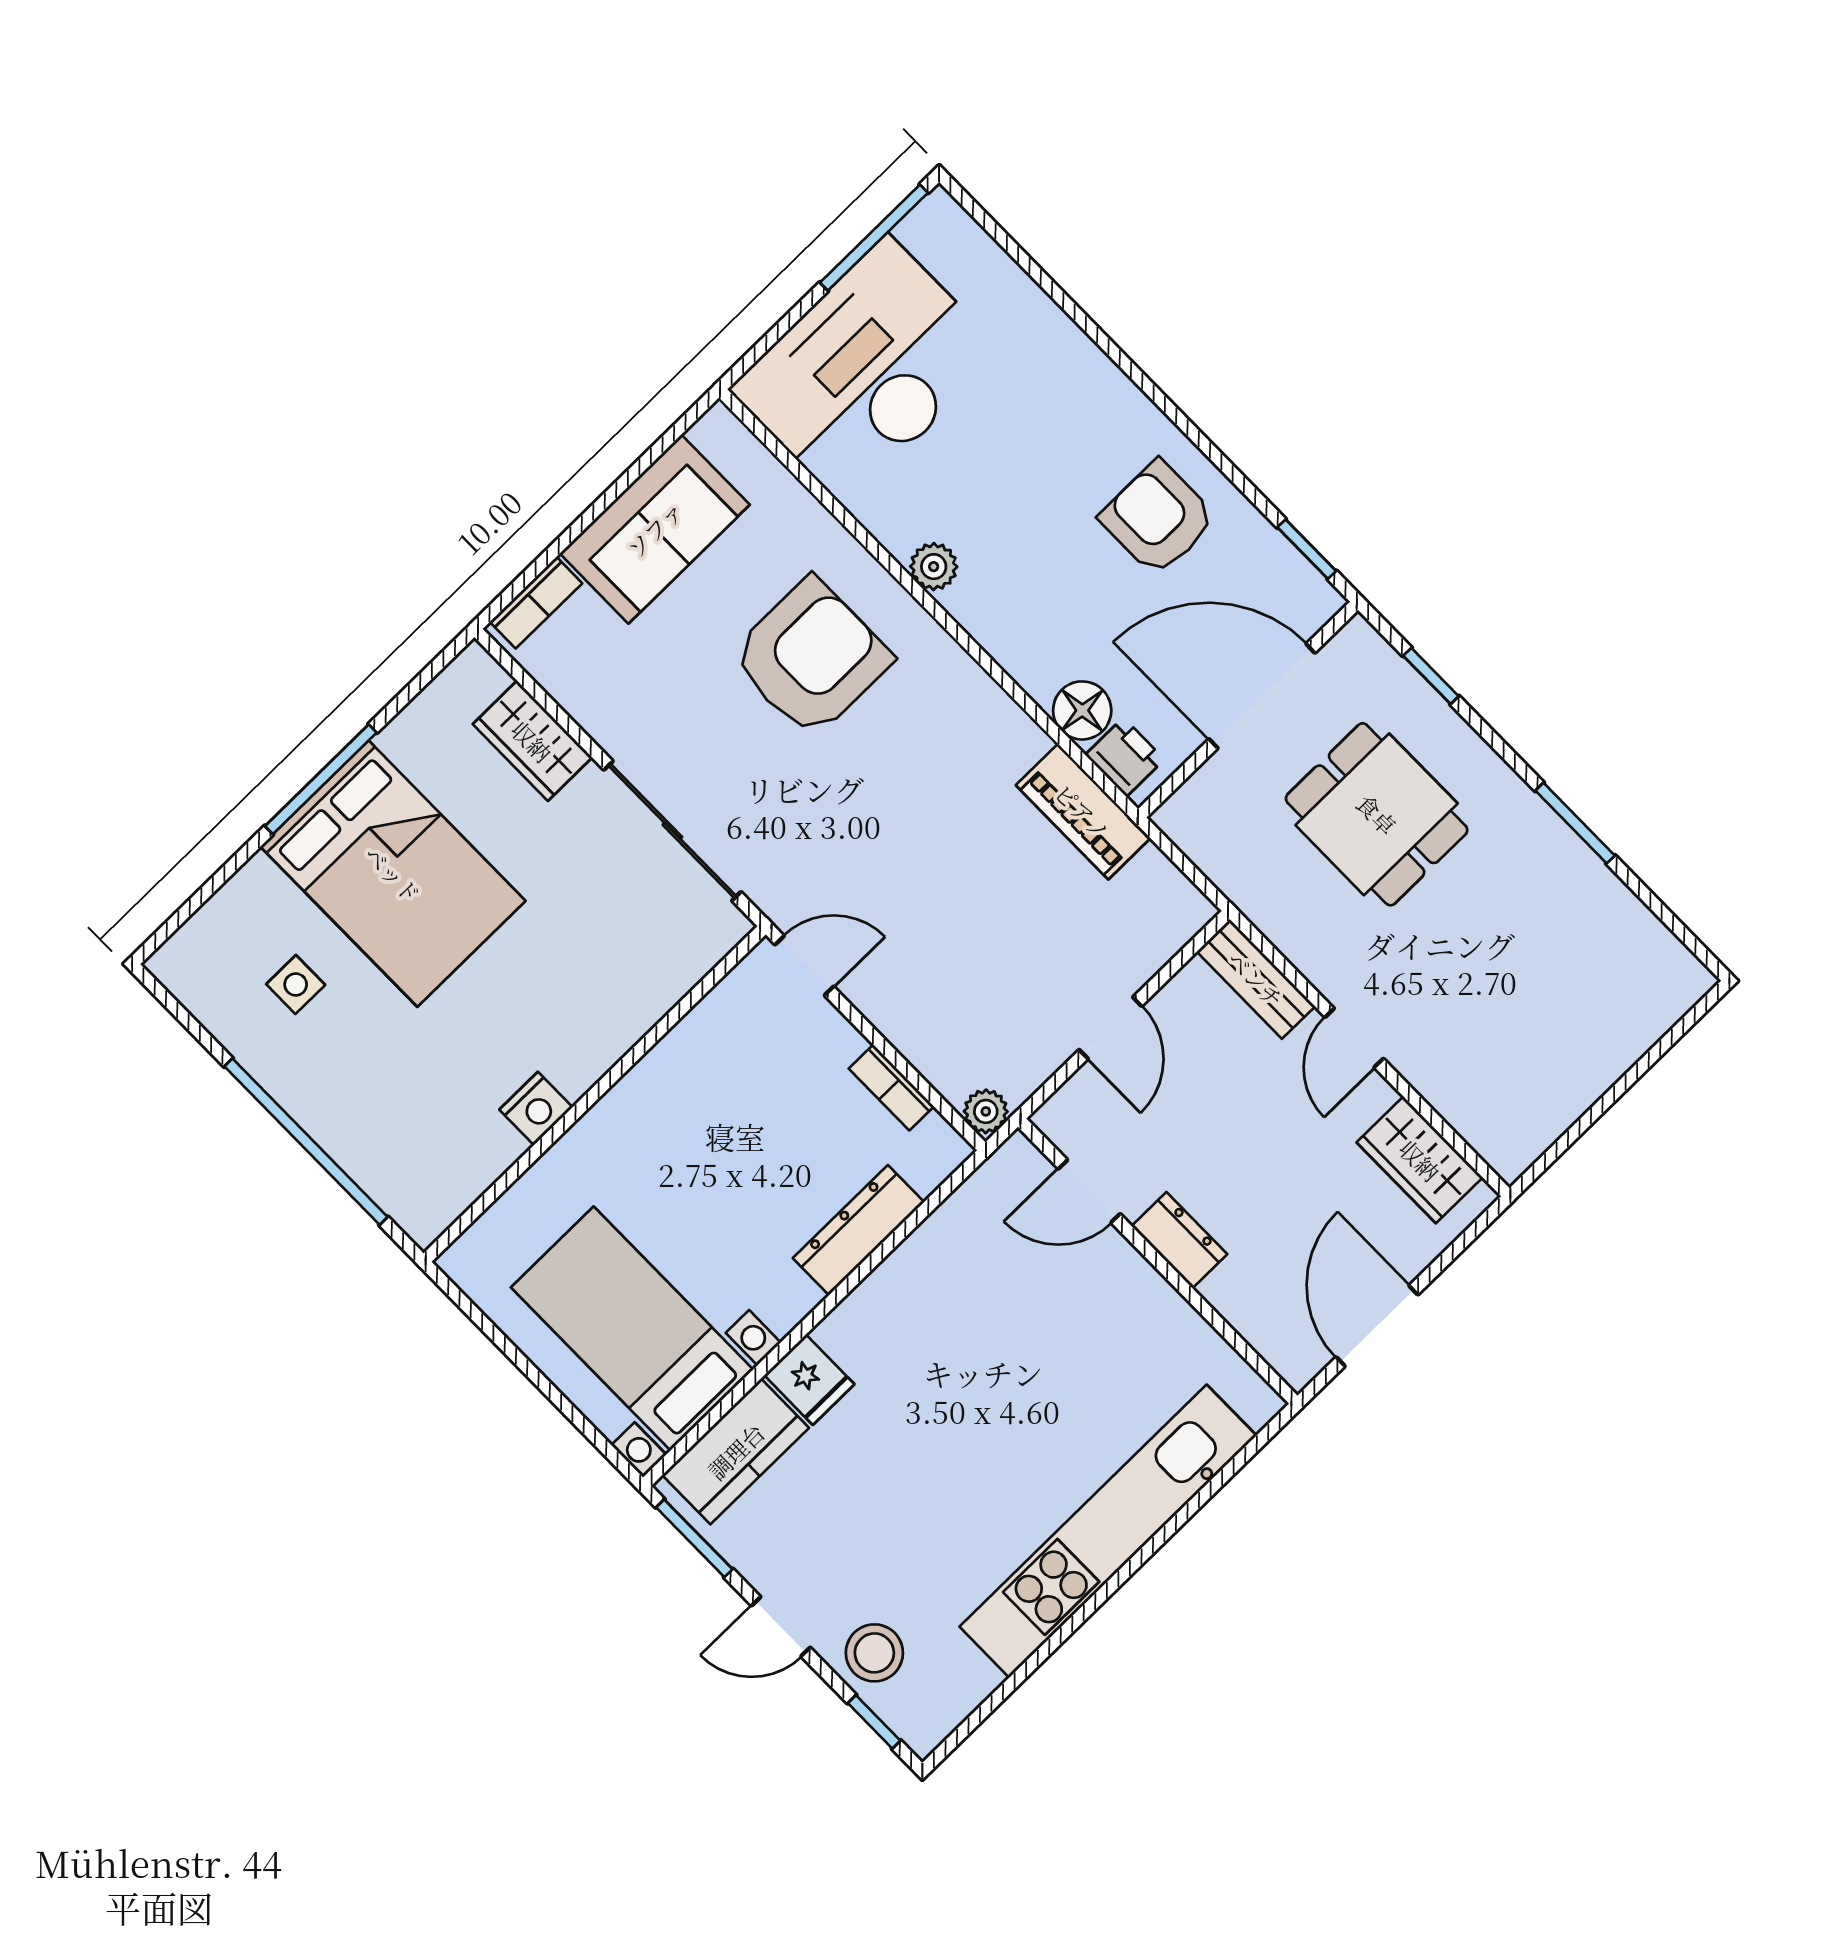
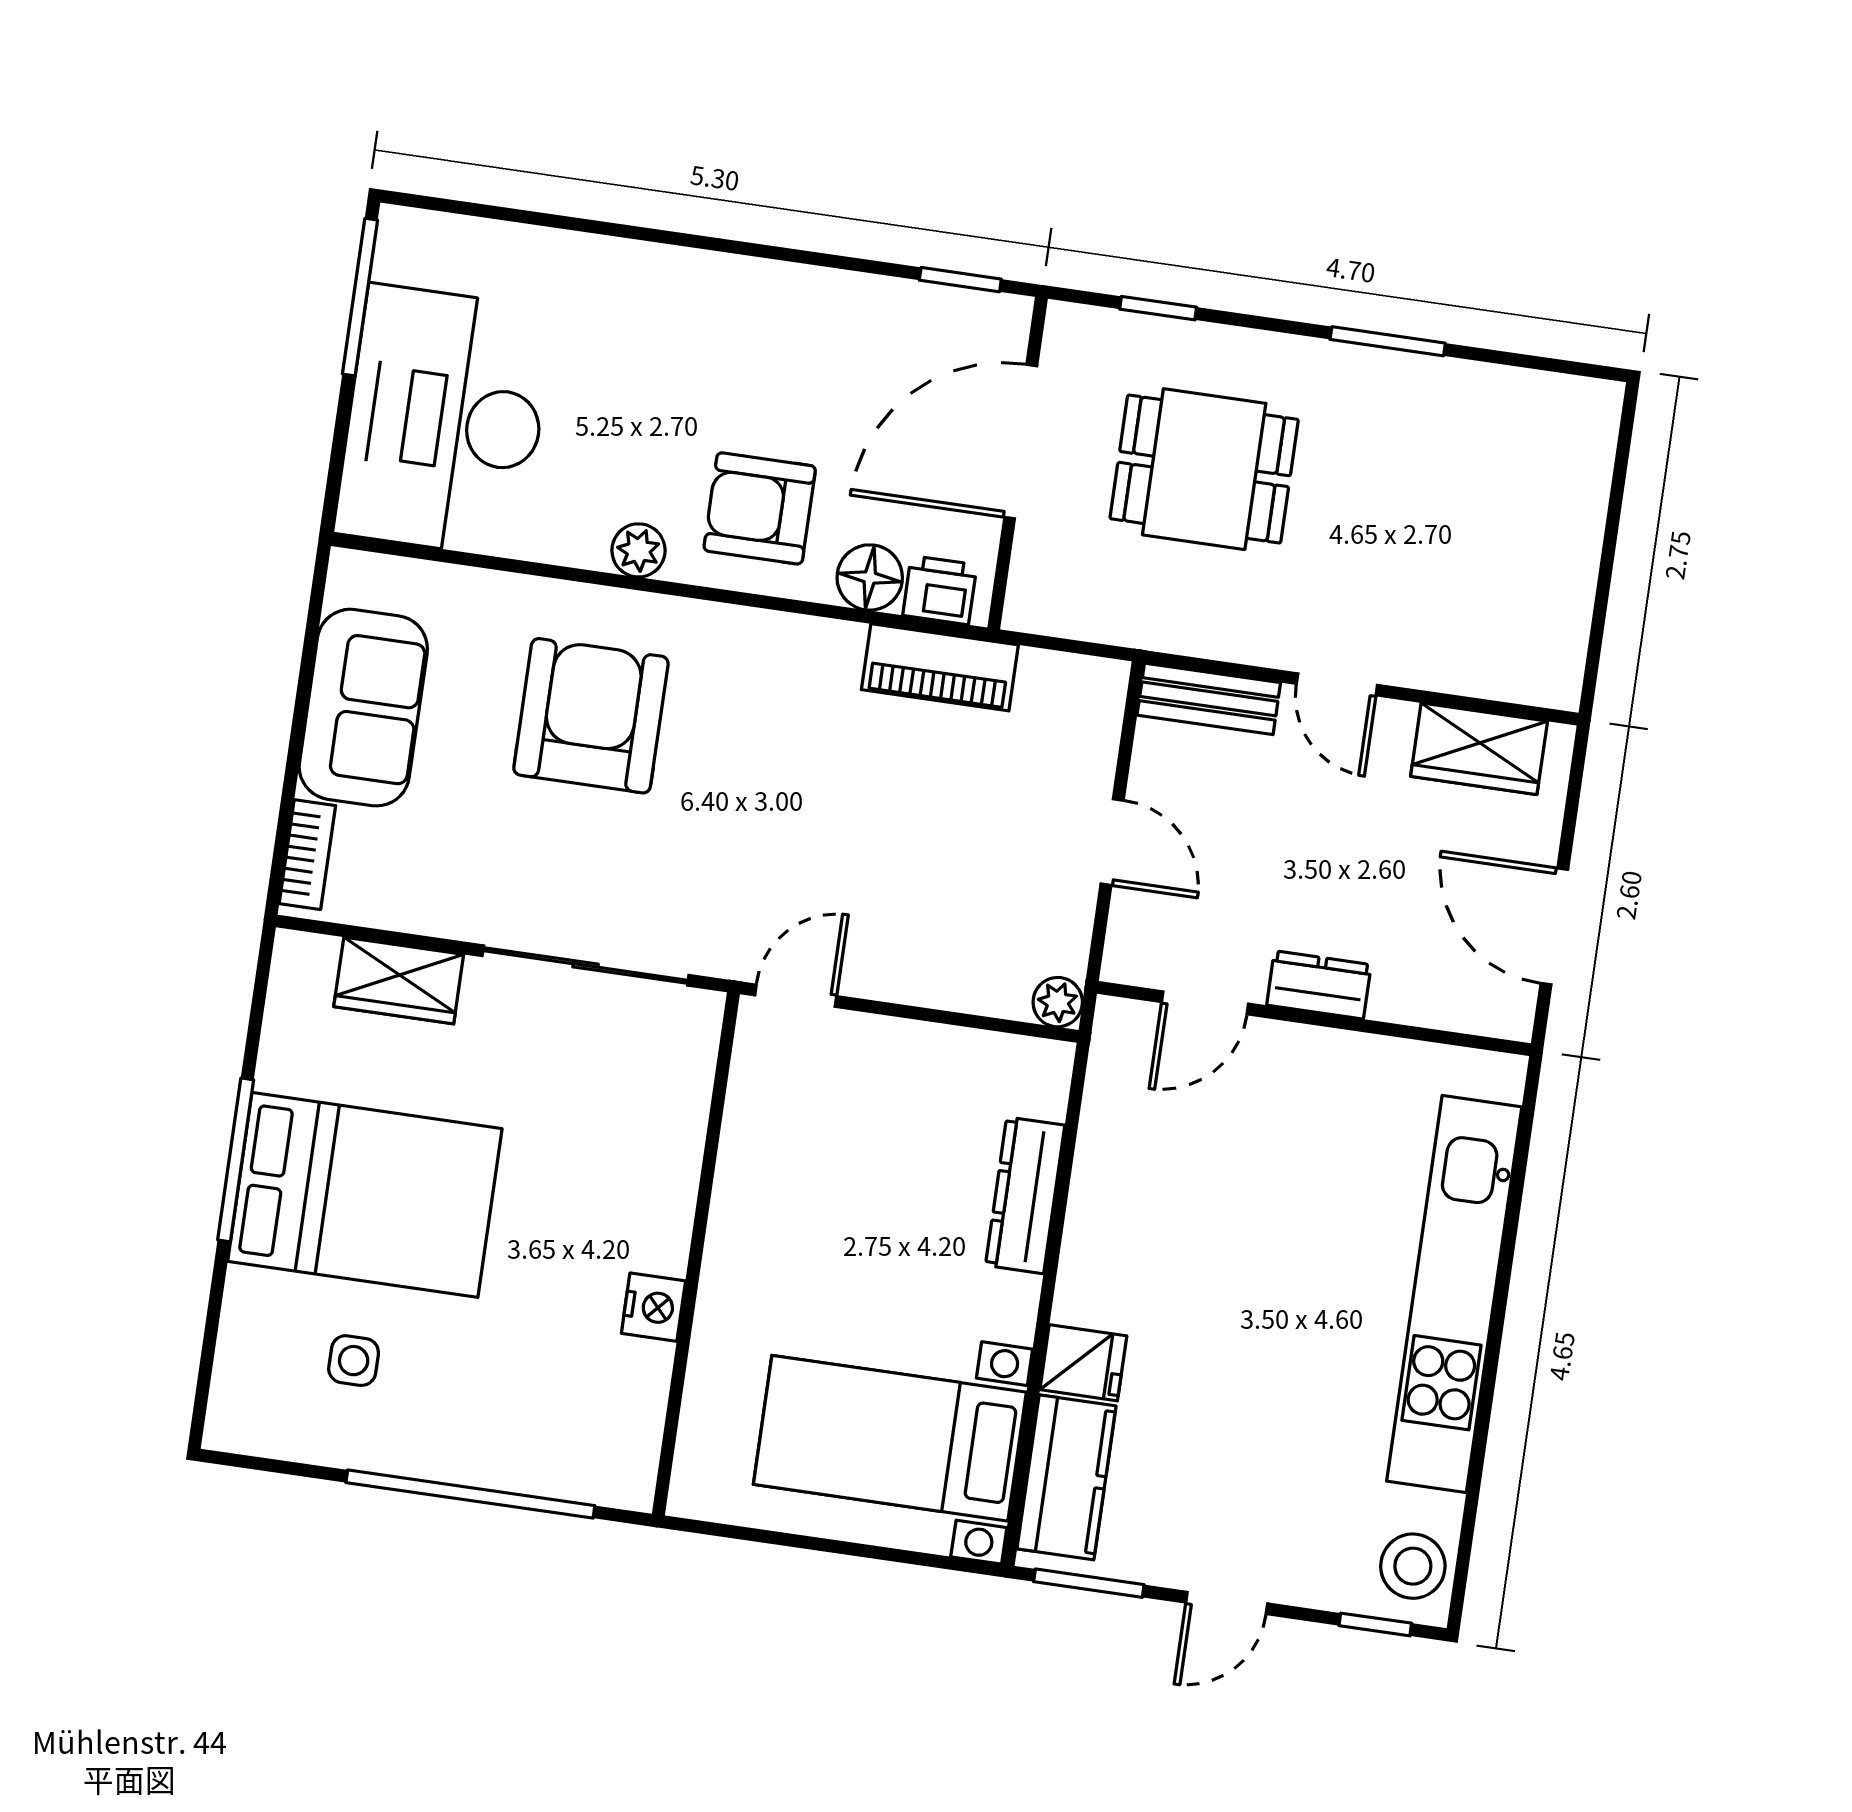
armchair: (1158, 518) -> (760, 508), moved
bookcase: (891, 1087) -> (957, 1045), removed
stool: (874, 1653) -> (1413, 1566), moved

